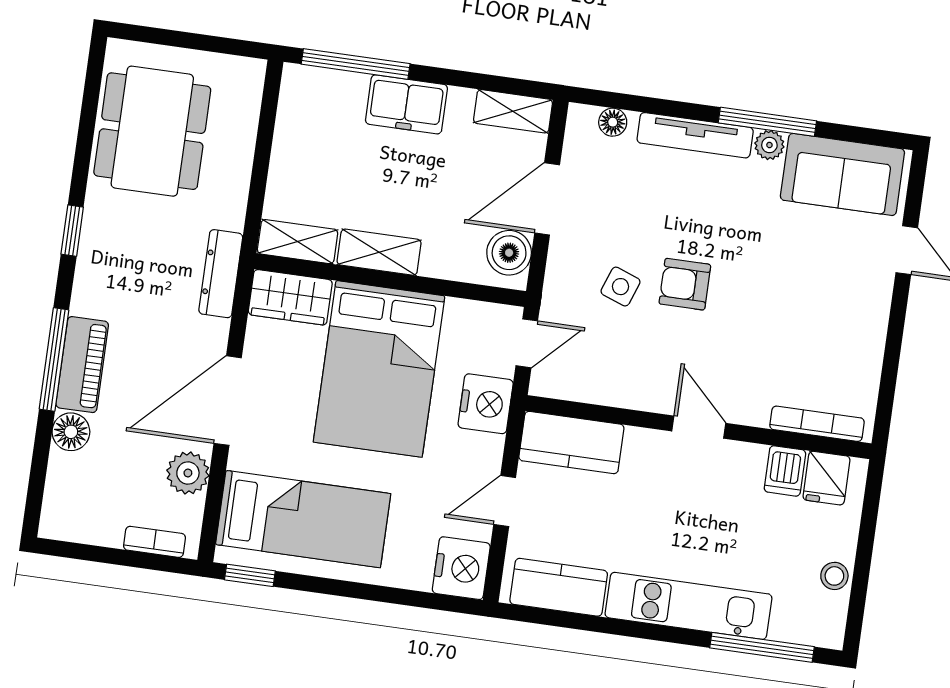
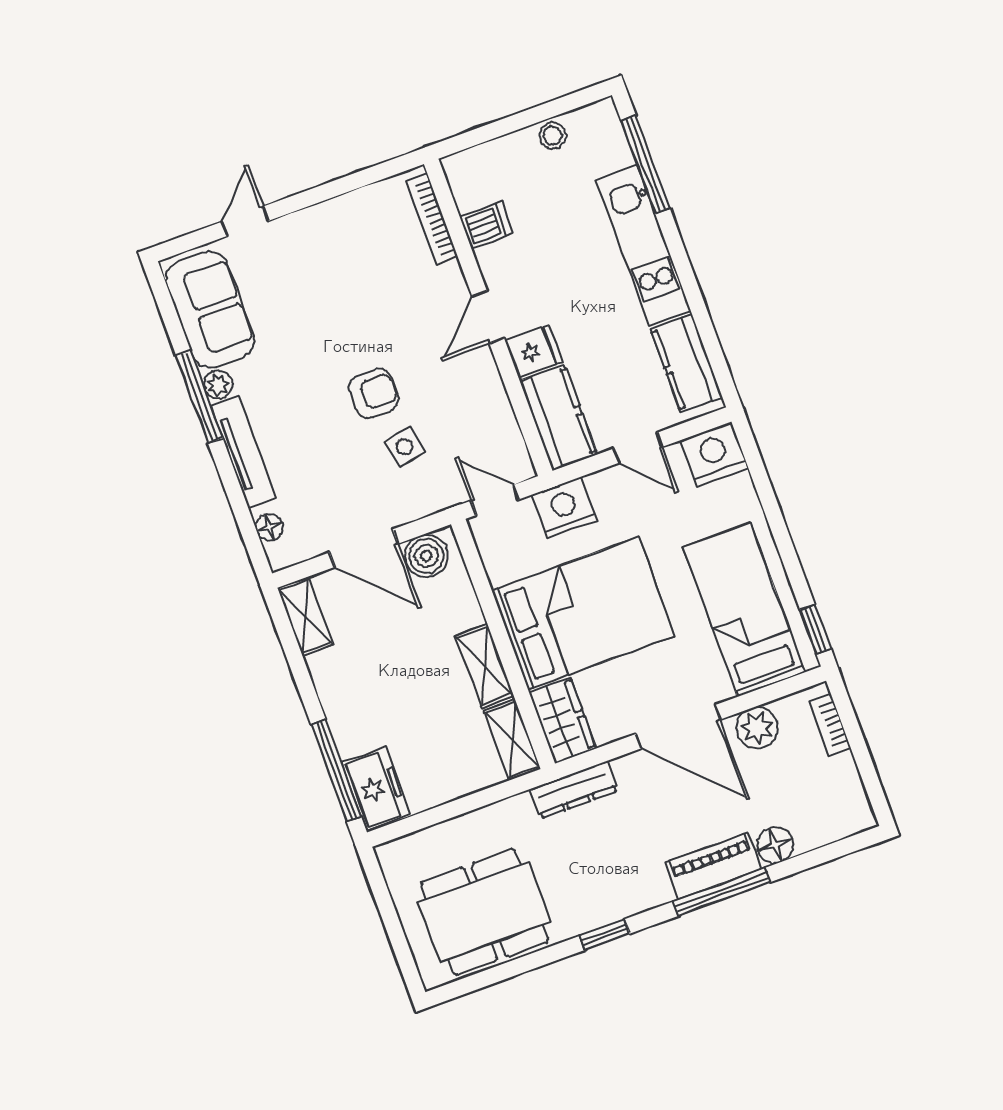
freezer: (406, 104) -> (376, 788), moved
armchair: (685, 284) -> (374, 393), turned -90
side table: (620, 287) -> (405, 447), turned -31
fridge: (826, 478) -> (534, 351), moved

